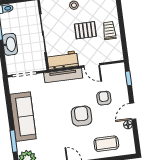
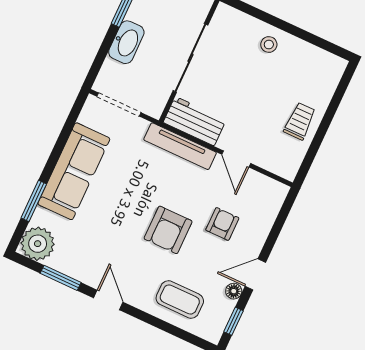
pallet: (85, 30) -> (262, 96), removed
window: (128, 78) -> (234, 321), moved
armchair: (81, 116) -> (168, 230), turned 180

